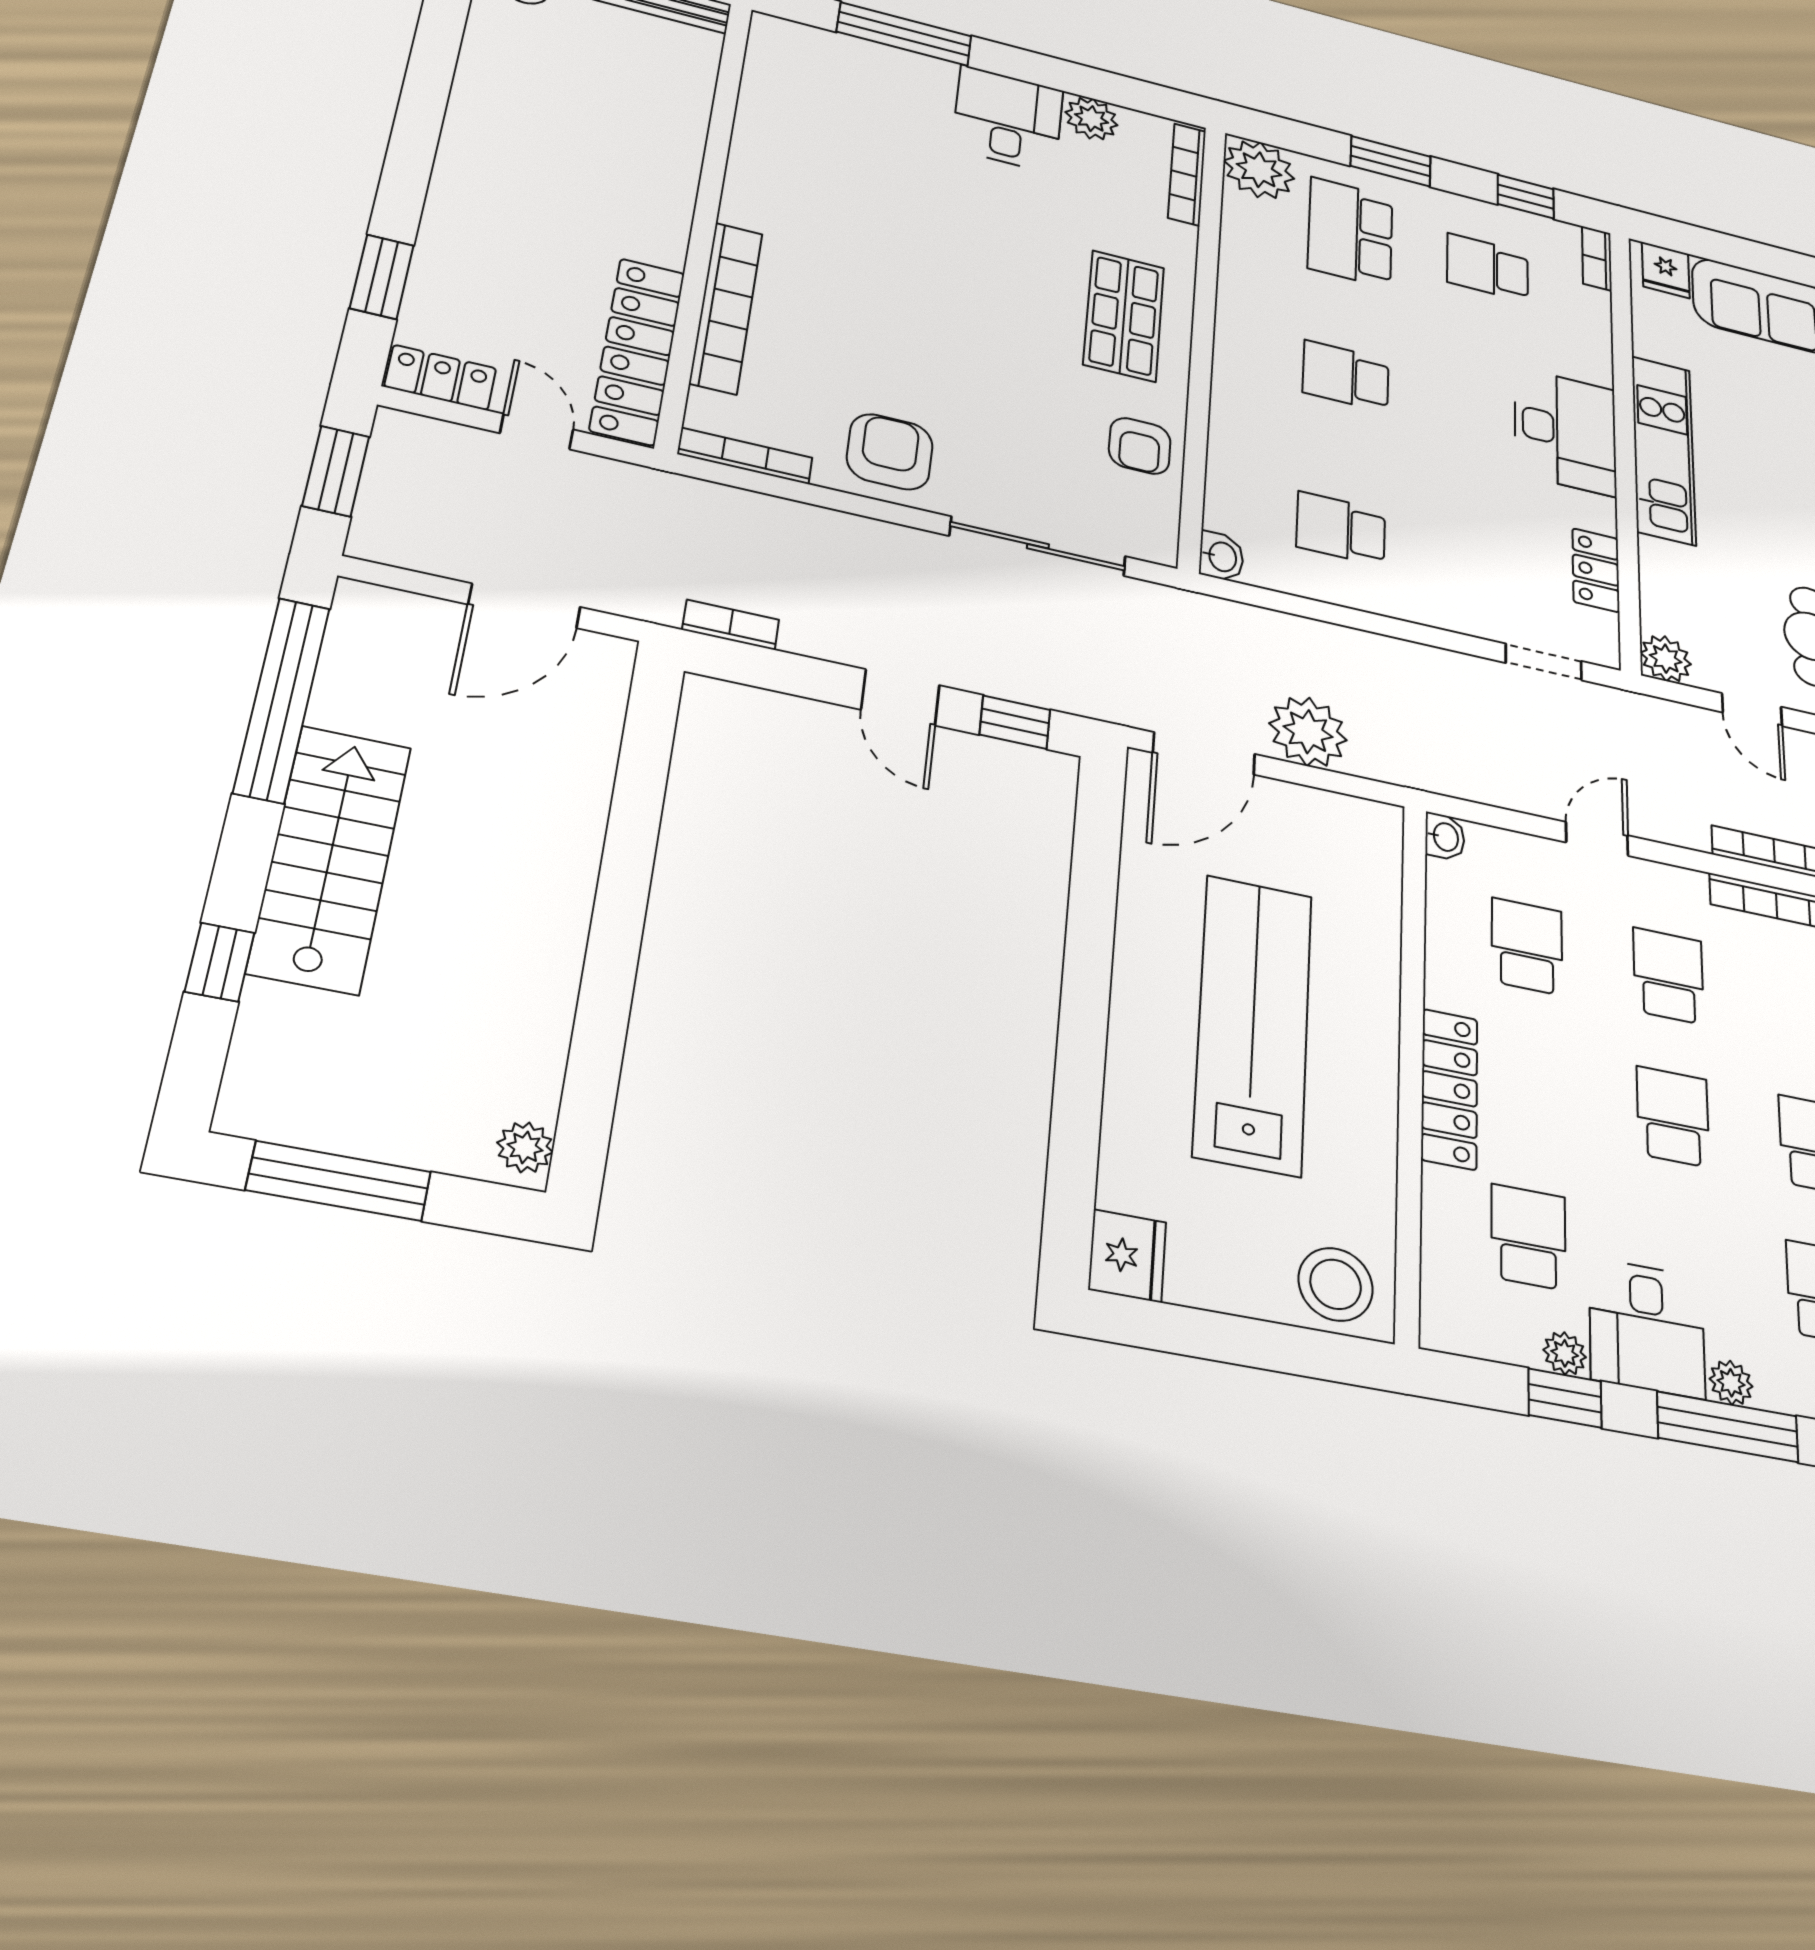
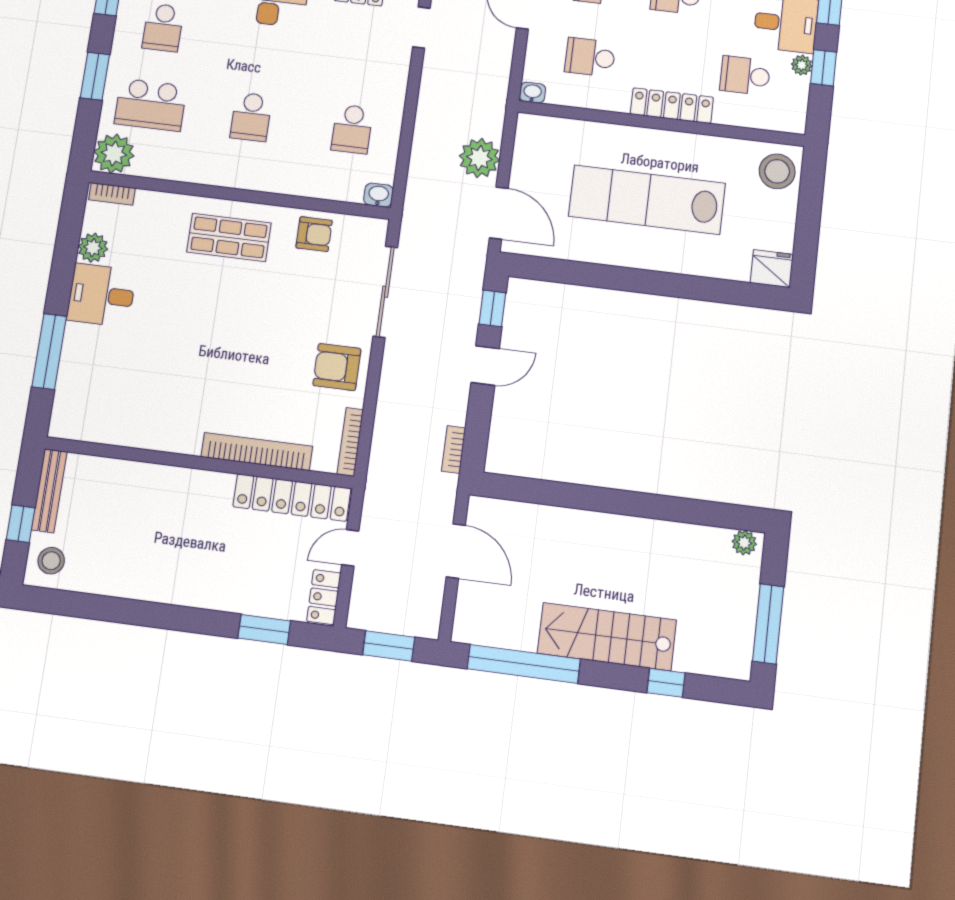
bookcase: (1187, 174) -> (112, 194), width x0.64

